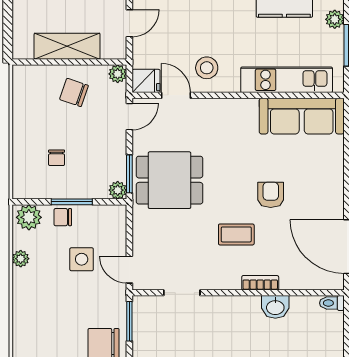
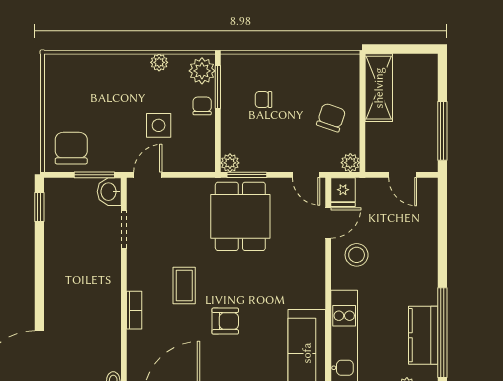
shelving: (67, 46) -> (379, 88), moved
window: (72, 202) -> (218, 87), moved
washbasin: (275, 307) -> (109, 192), moved

